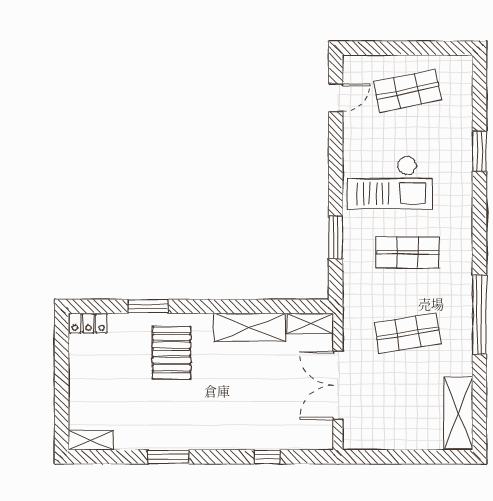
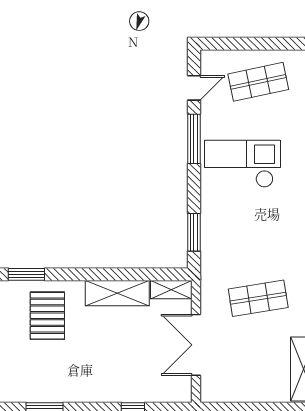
window: (336, 155) -> (194, 139), added
checkout: (390, 183) -> (242, 164), turned 180
window: (336, 237) -> (194, 232), moved
shop shelf: (408, 252) -> (258, 226), removed

